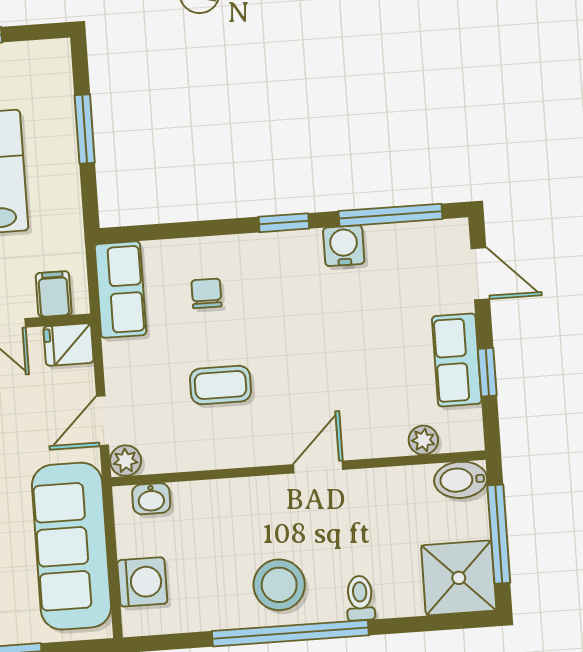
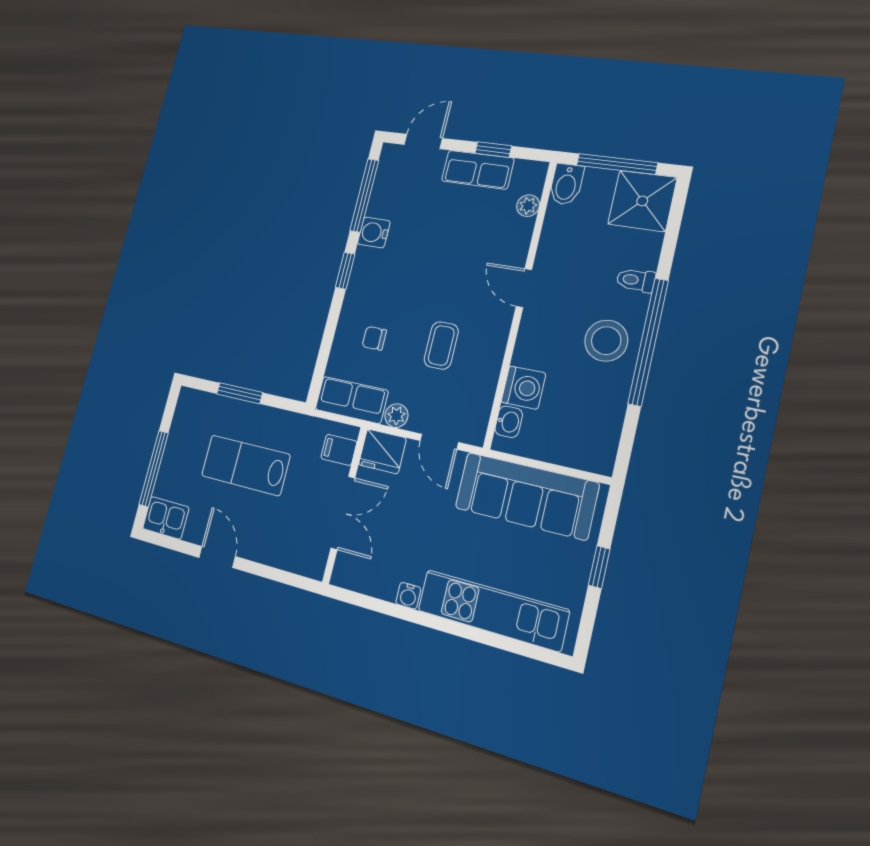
fridge: (68, 345) -> (382, 451), width x1.38
plant: (126, 461) -> (396, 416), moved
washing machine: (142, 582) -> (523, 388), moved, turned 90

